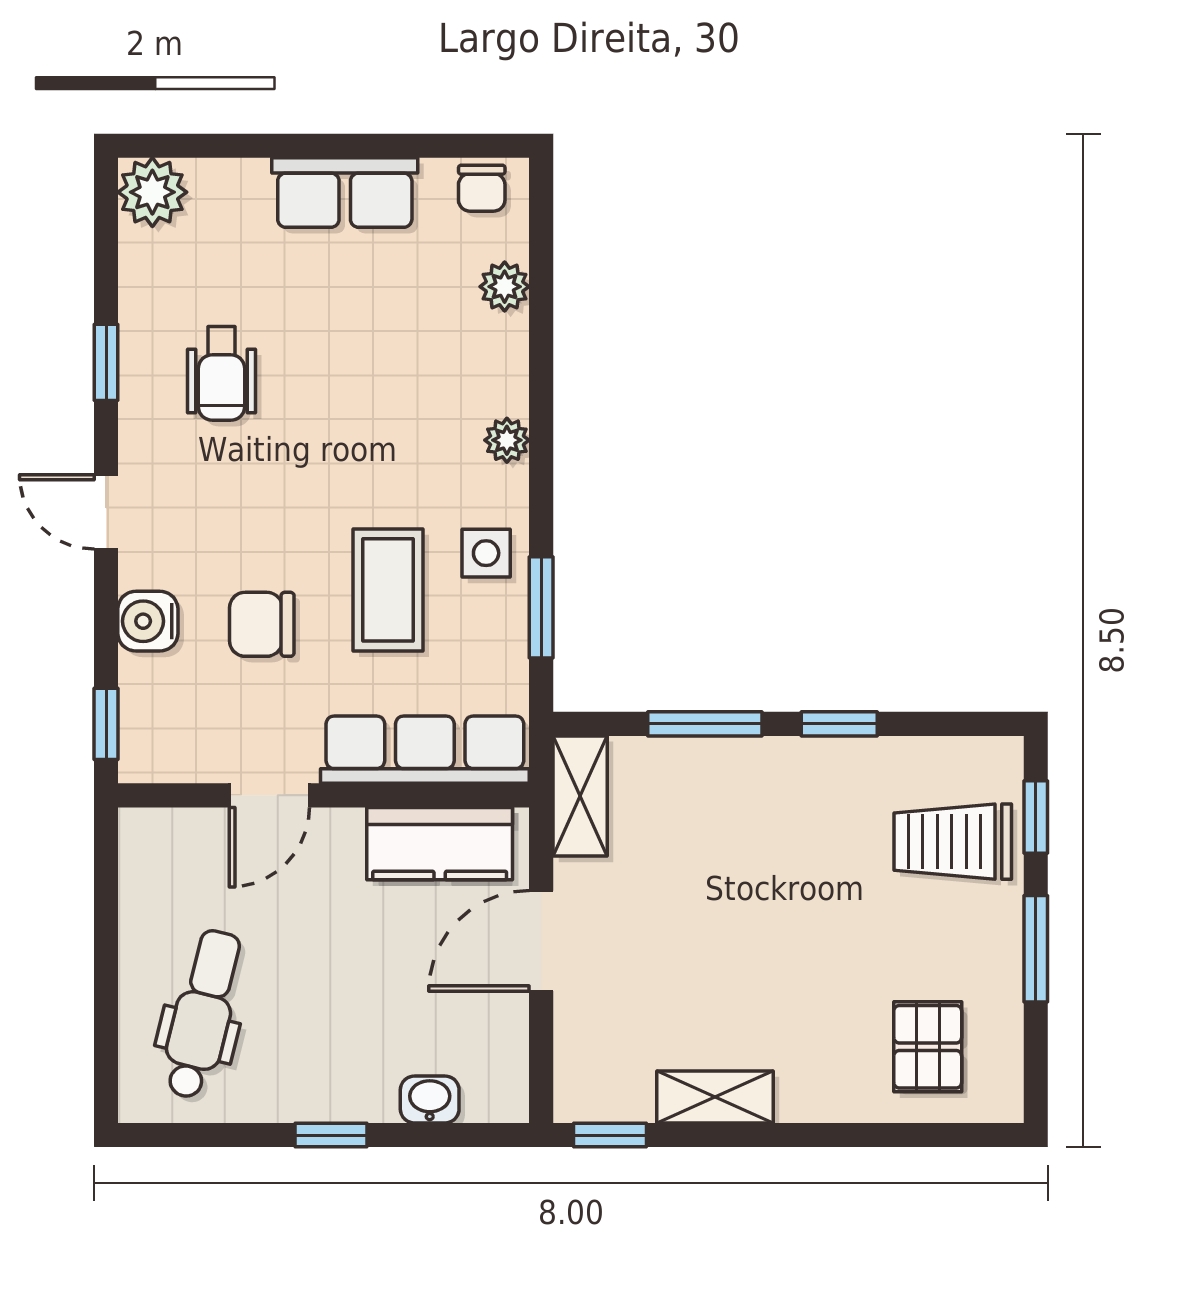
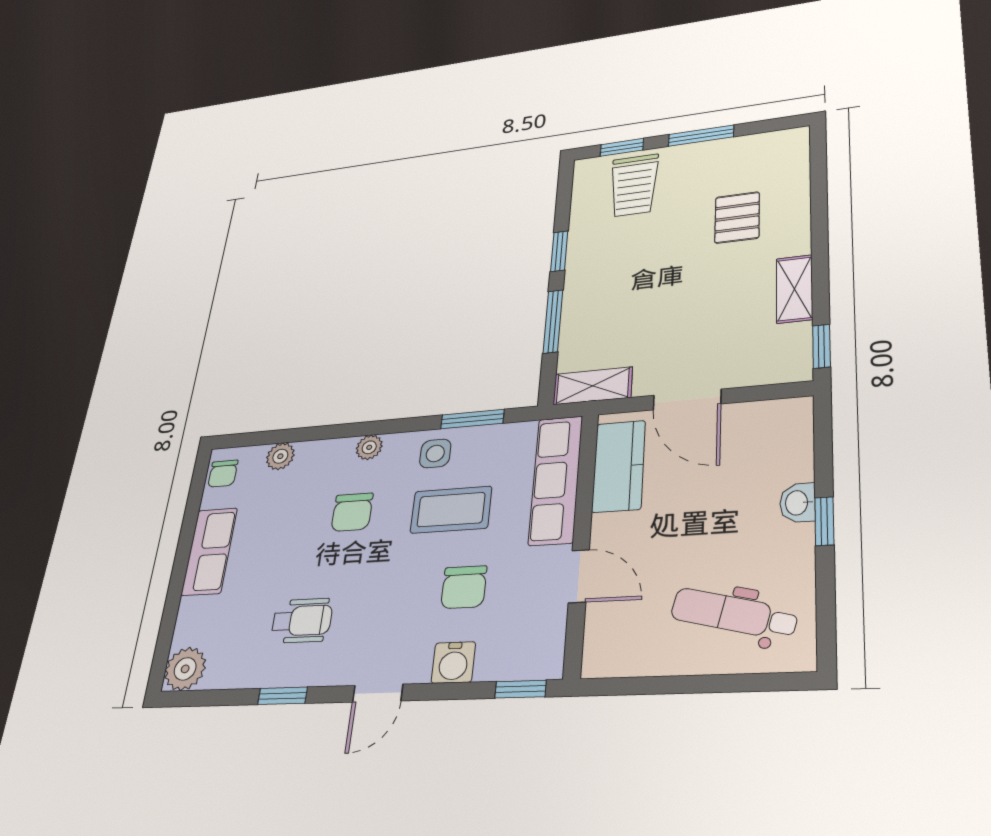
chair: (482, 188) -> (223, 474), turned 90
chair: (396, 428) -> (352, 512), added
pallet: (928, 1047) -> (737, 218), moved, turned 90
washbasin: (430, 1100) -> (798, 503), moved

